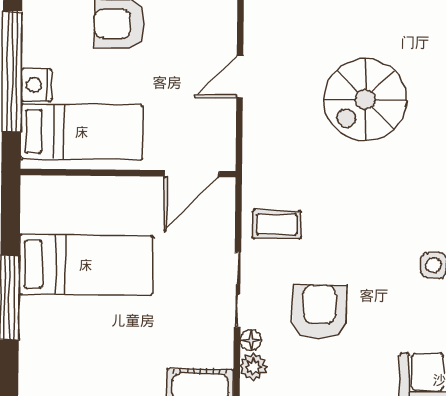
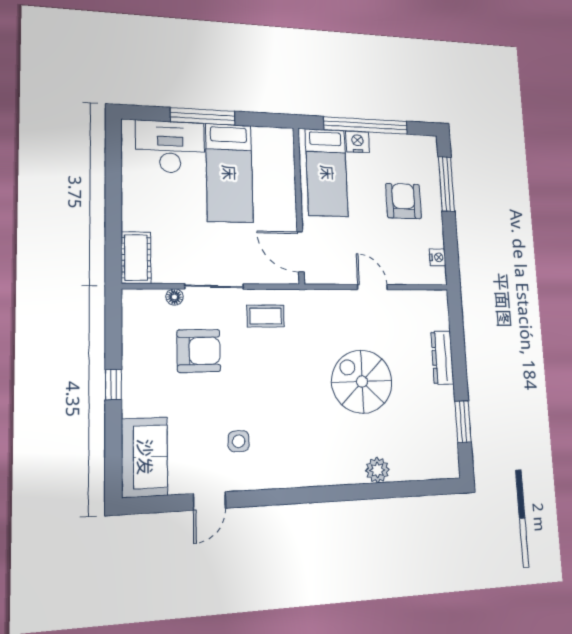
coffee table: (277, 224) -> (266, 316), turned 90
desk: (53, 341) -> (170, 147), added
plant: (253, 367) -> (153, 299), removed

